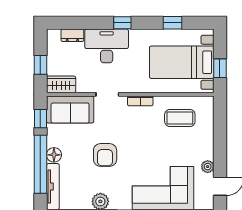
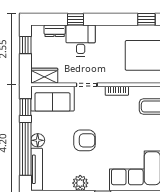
window: (122, 23) -> (76, 19), moved
desk: (107, 46) -> (81, 40), width x0.73
window: (40, 65) -> (25, 45), moved
armchair: (105, 155) -> (85, 140), turned -90

